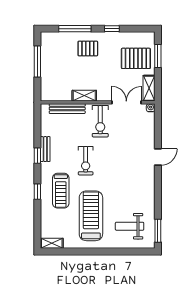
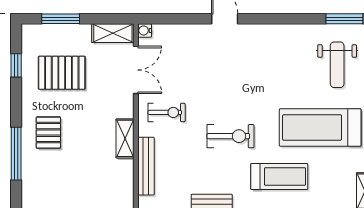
window: (112, 29) -> (16, 65), moved
pallet: (136, 58) -> (62, 73), moved, turned 90
double door: (126, 102) -> (136, 70), swing flipped
exercise bike: (100, 121) -> (167, 112), width x0.73, depth x0.72

